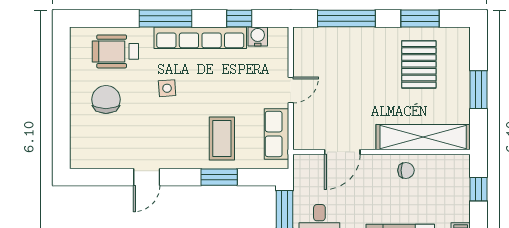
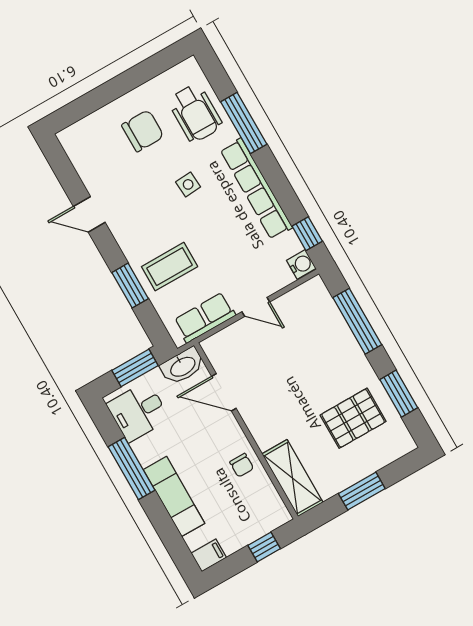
window: (166, 18) -> (244, 123), moved
window: (239, 18) -> (307, 234), moved
water cooler: (258, 37) -> (301, 264), moved
wheelchair: (115, 51) -> (195, 113), turned 180
shelving: (423, 137) -> (292, 478), width x0.68
washbasin: (304, 172) -> (182, 366), added

